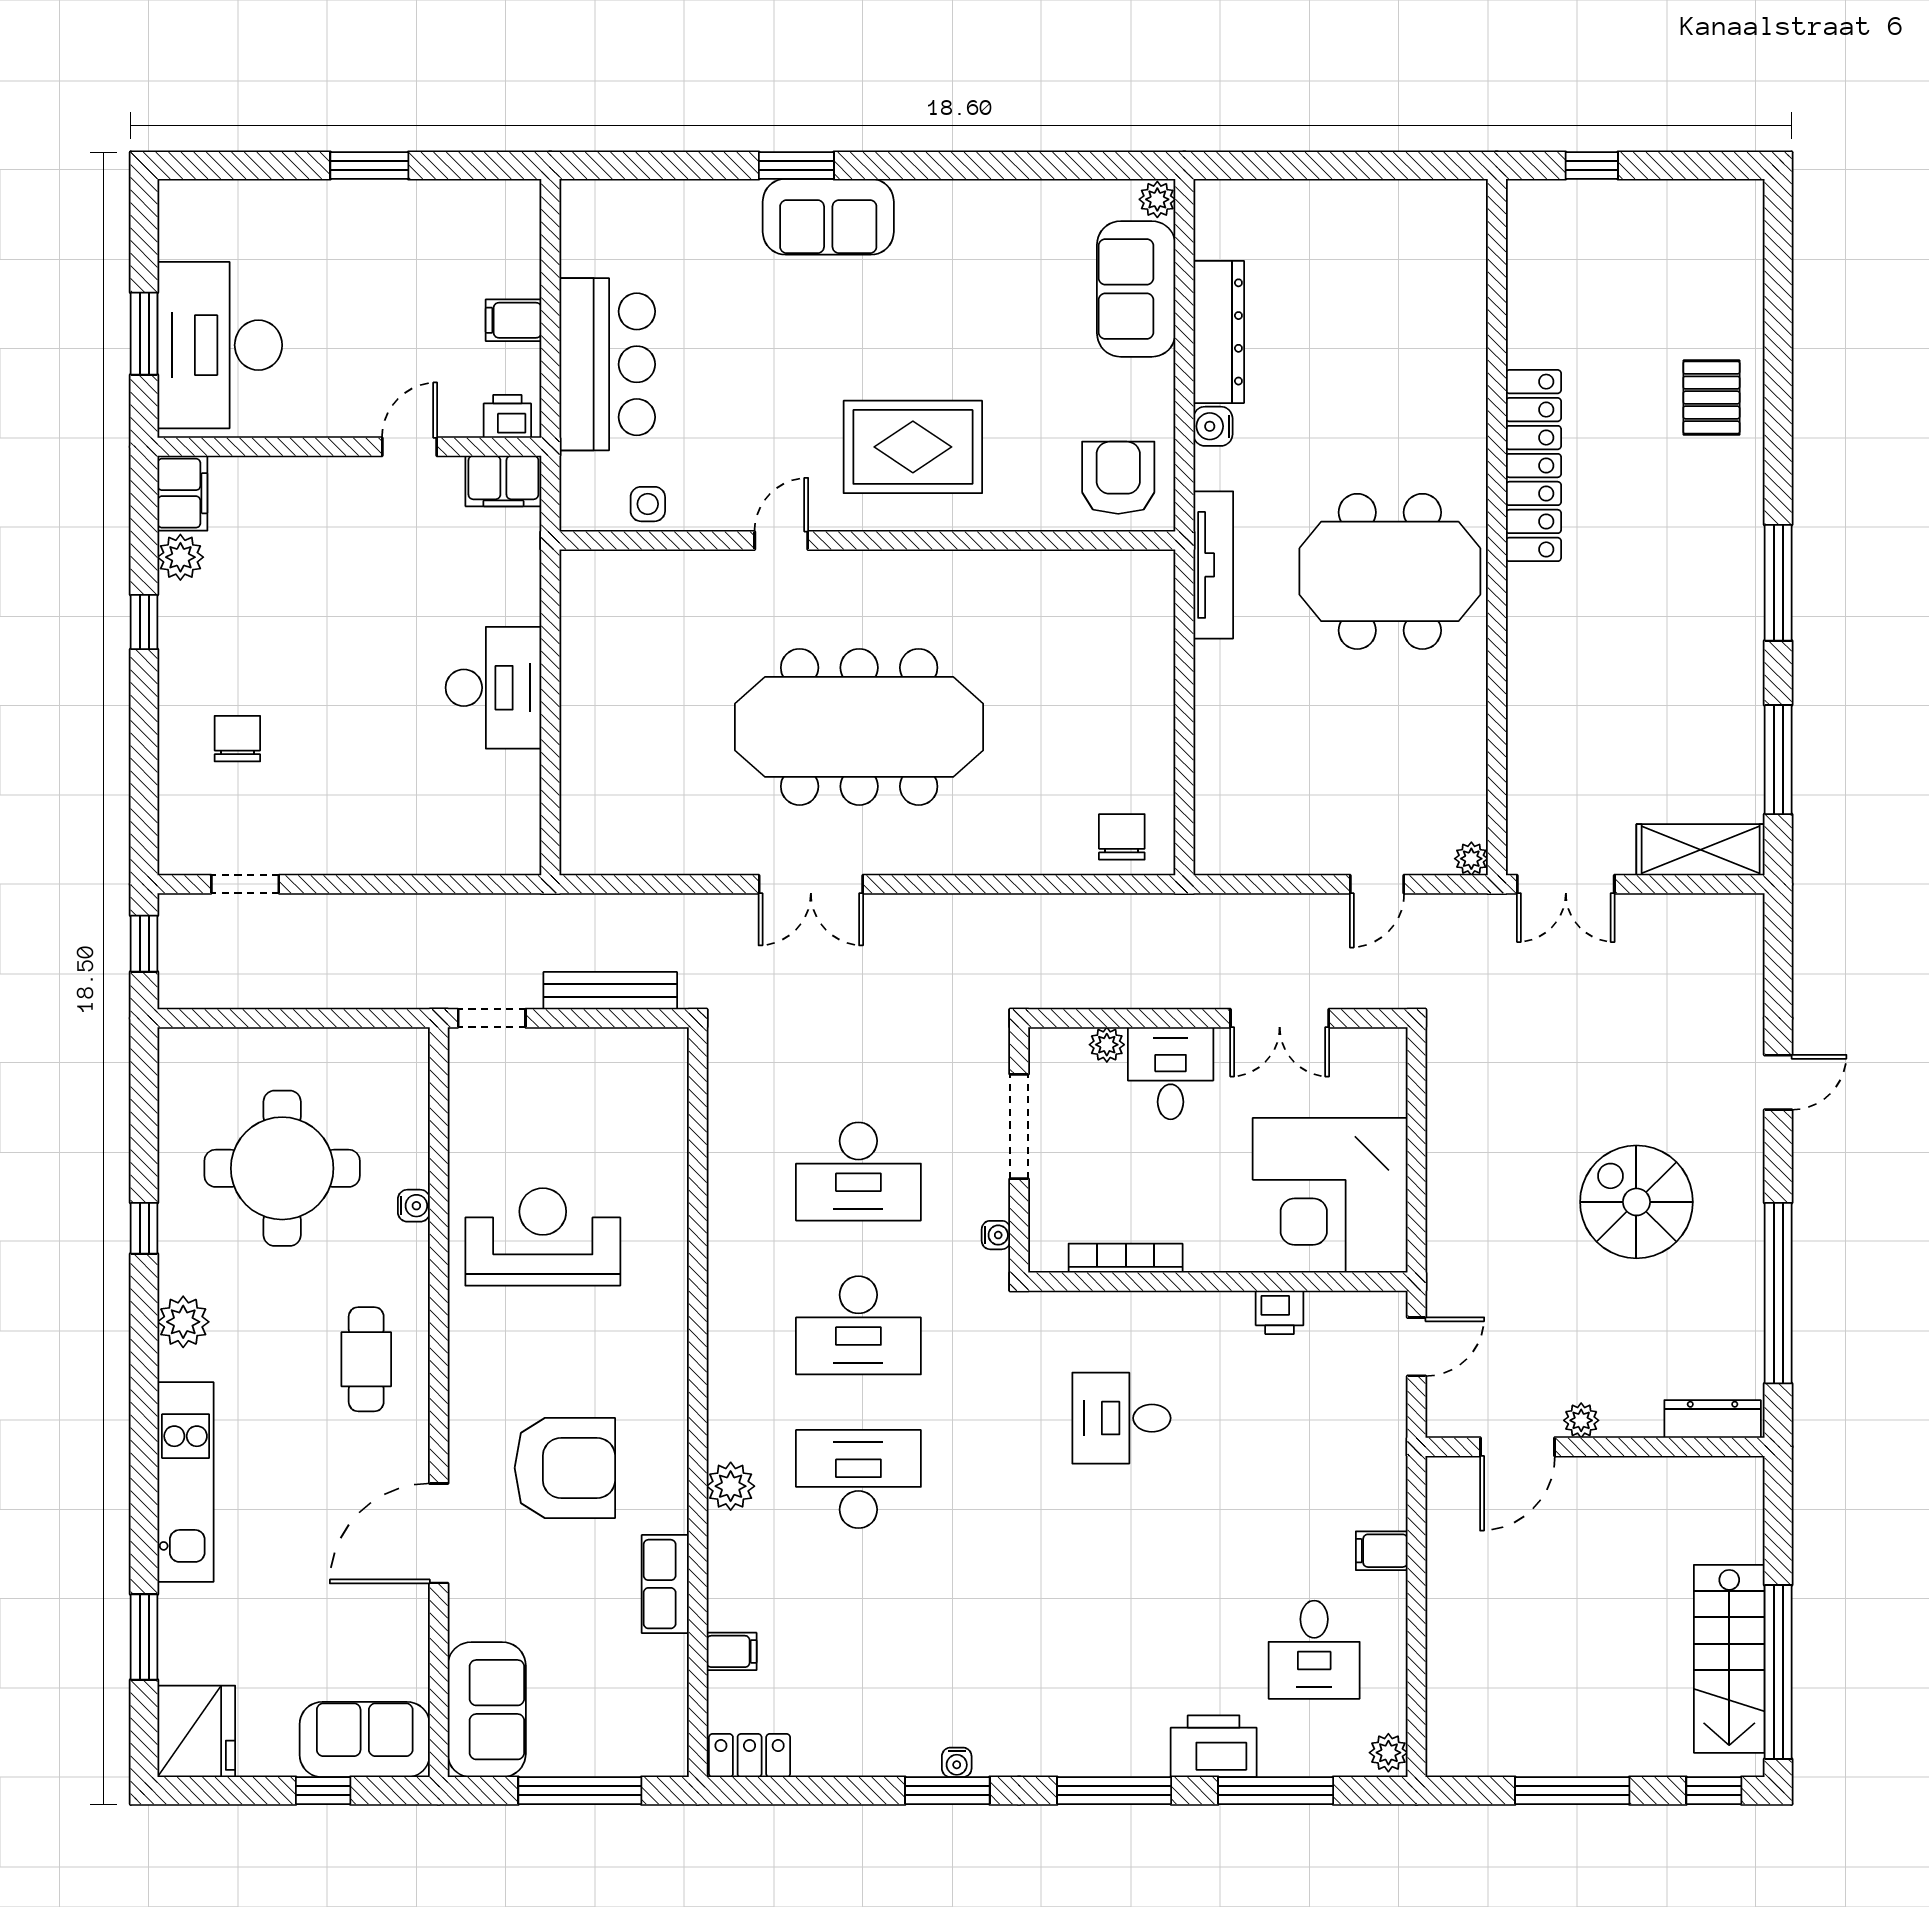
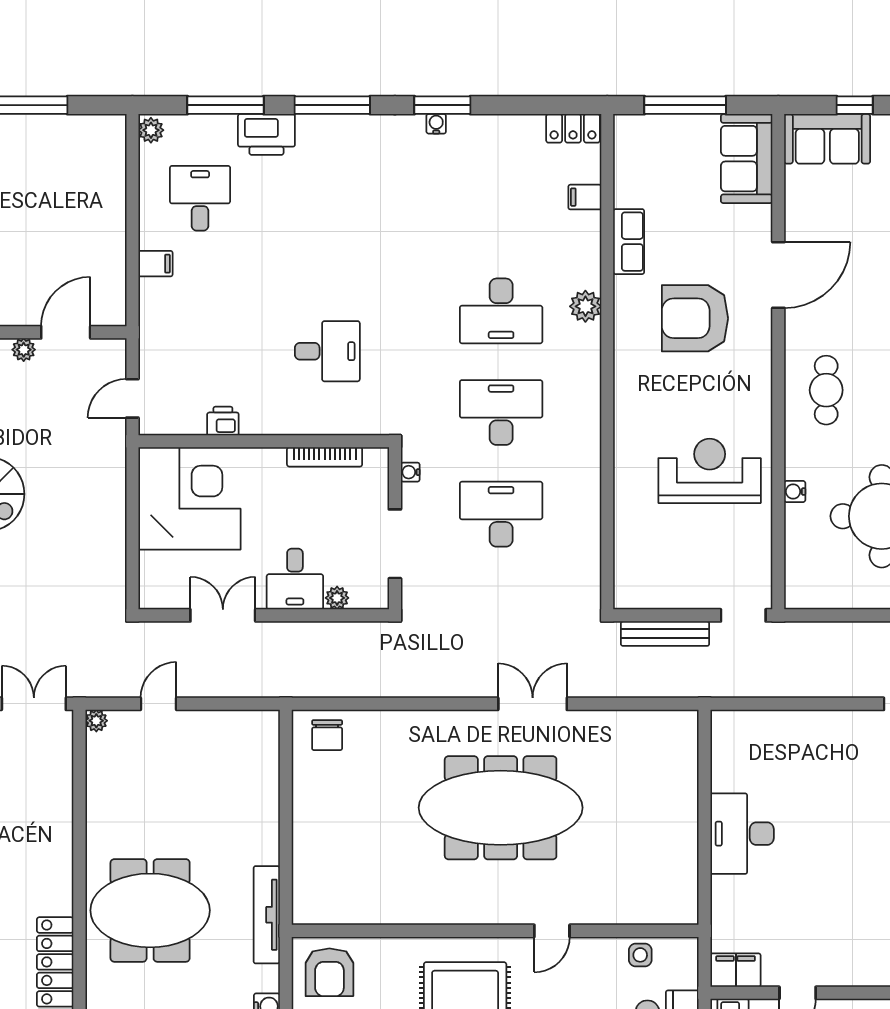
reception desk: (543, 1237) -> (710, 471), turned 180

